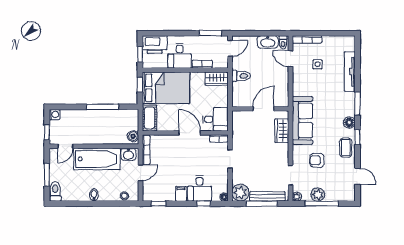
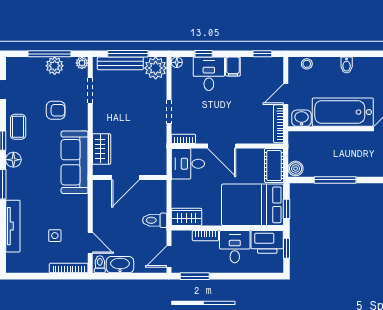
printer: (155, 44) -> (267, 242), moved, turned 180
boiler: (133, 136) -> (296, 169), moved

